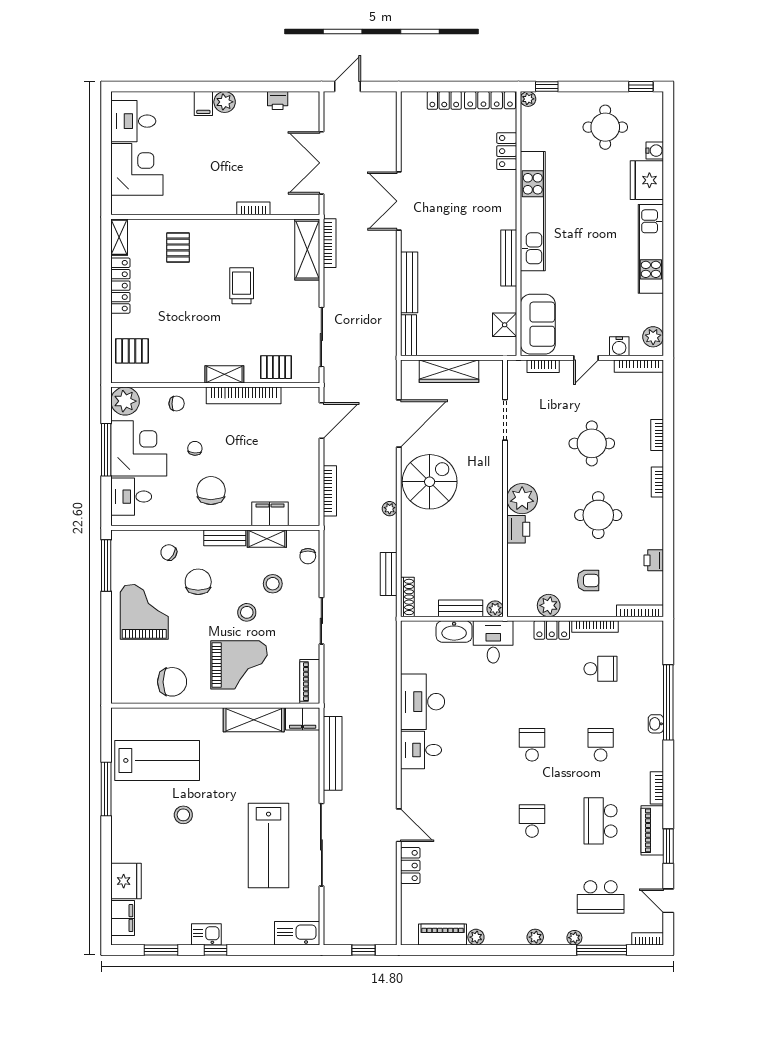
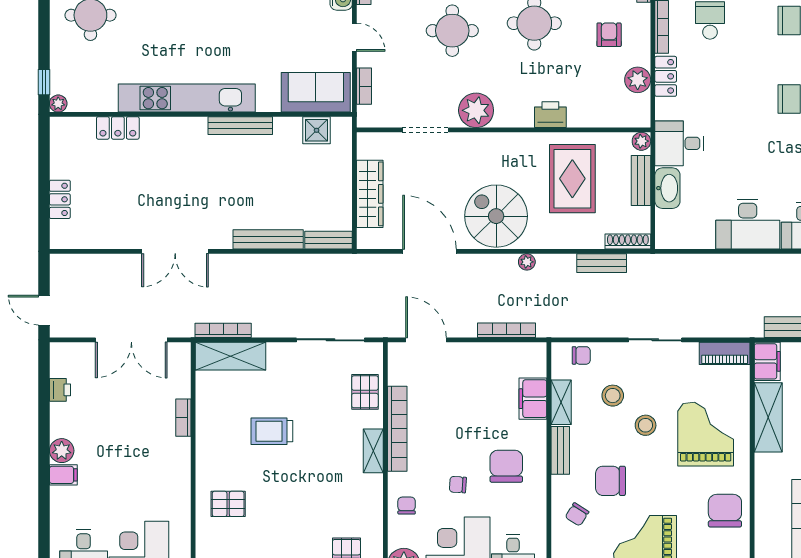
locker: (490, 100) -> (60, 147), removed
chair: (211, 491) -> (506, 466), turned 90
plant: (522, 499) -> (476, 110), moved
rug: (462, 548) -> (572, 179), added

